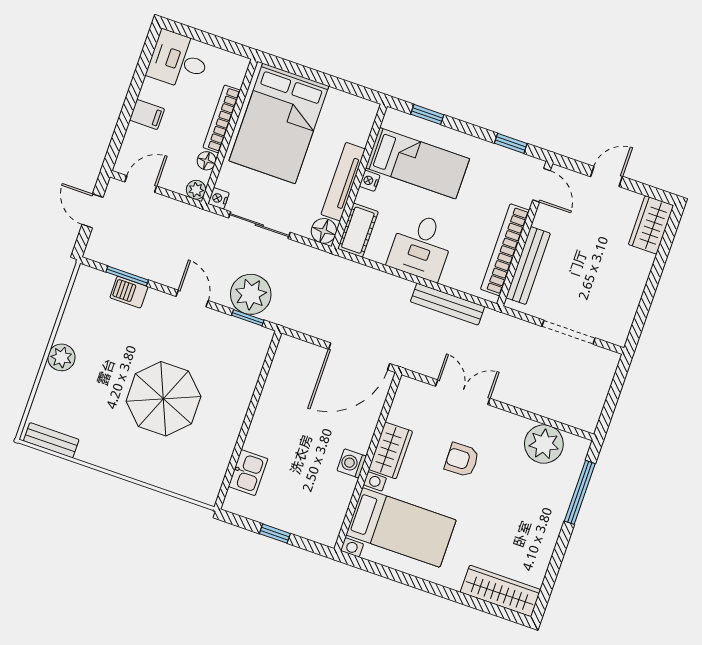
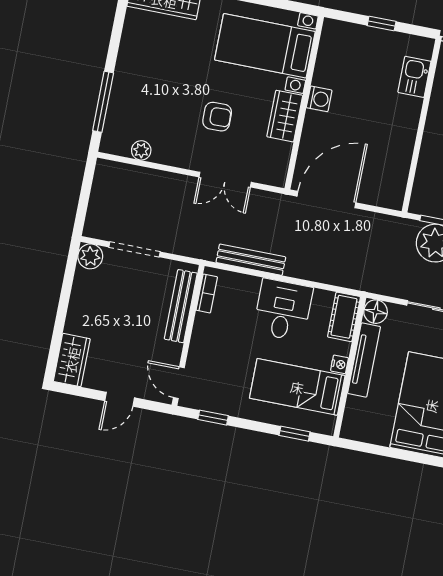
bookcase: (505, 250) -> (207, 294), width x0.43, depth x0.76
plant: (616, 331) -> (90, 256), added
plant: (544, 444) -> (141, 150), width x0.53, depth x0.53

